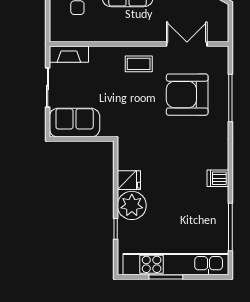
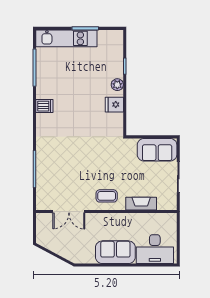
fireplace: (69, 54) -> (141, 204), moved
armchair: (187, 95) -> (69, 172), removed
plant: (132, 205) -> (117, 85), width x0.53, depth x0.53
kitchen unit: (176, 264) -> (66, 38), width x0.73

